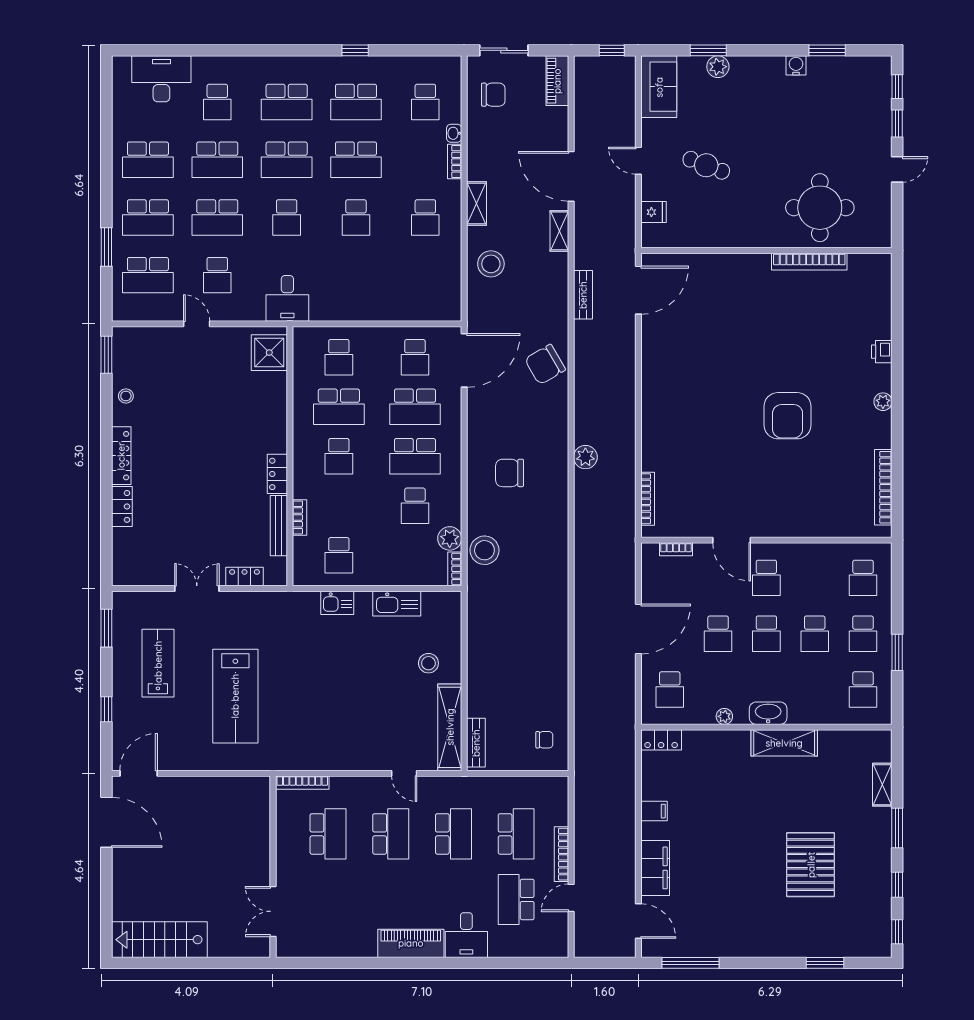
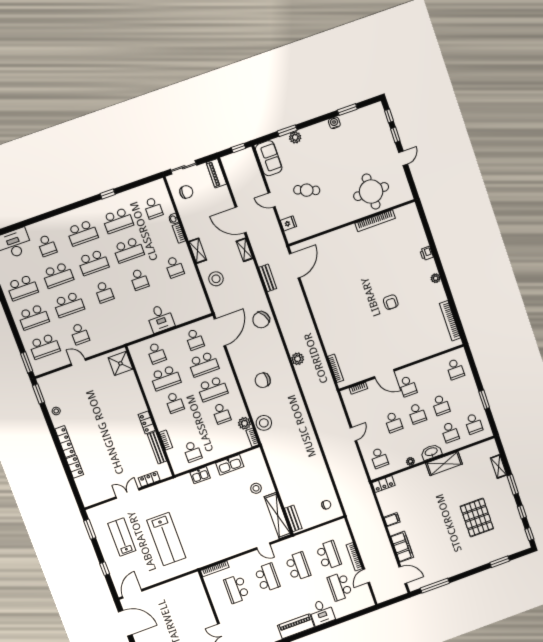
window: (106, 247) -> (27, 362), moved
desk: (287, 298) -> (160, 318), moved
armchair: (788, 416) -> (391, 302), width x0.53, depth x0.53
door: (638, 629) -> (353, 434), width x0.53
school desk: (863, 634) -> (450, 432), moved
school desk: (328, 834) -> (236, 589), turned 180

